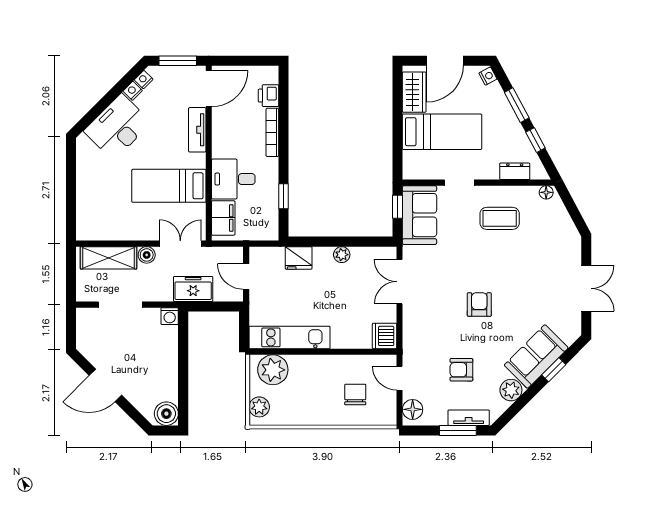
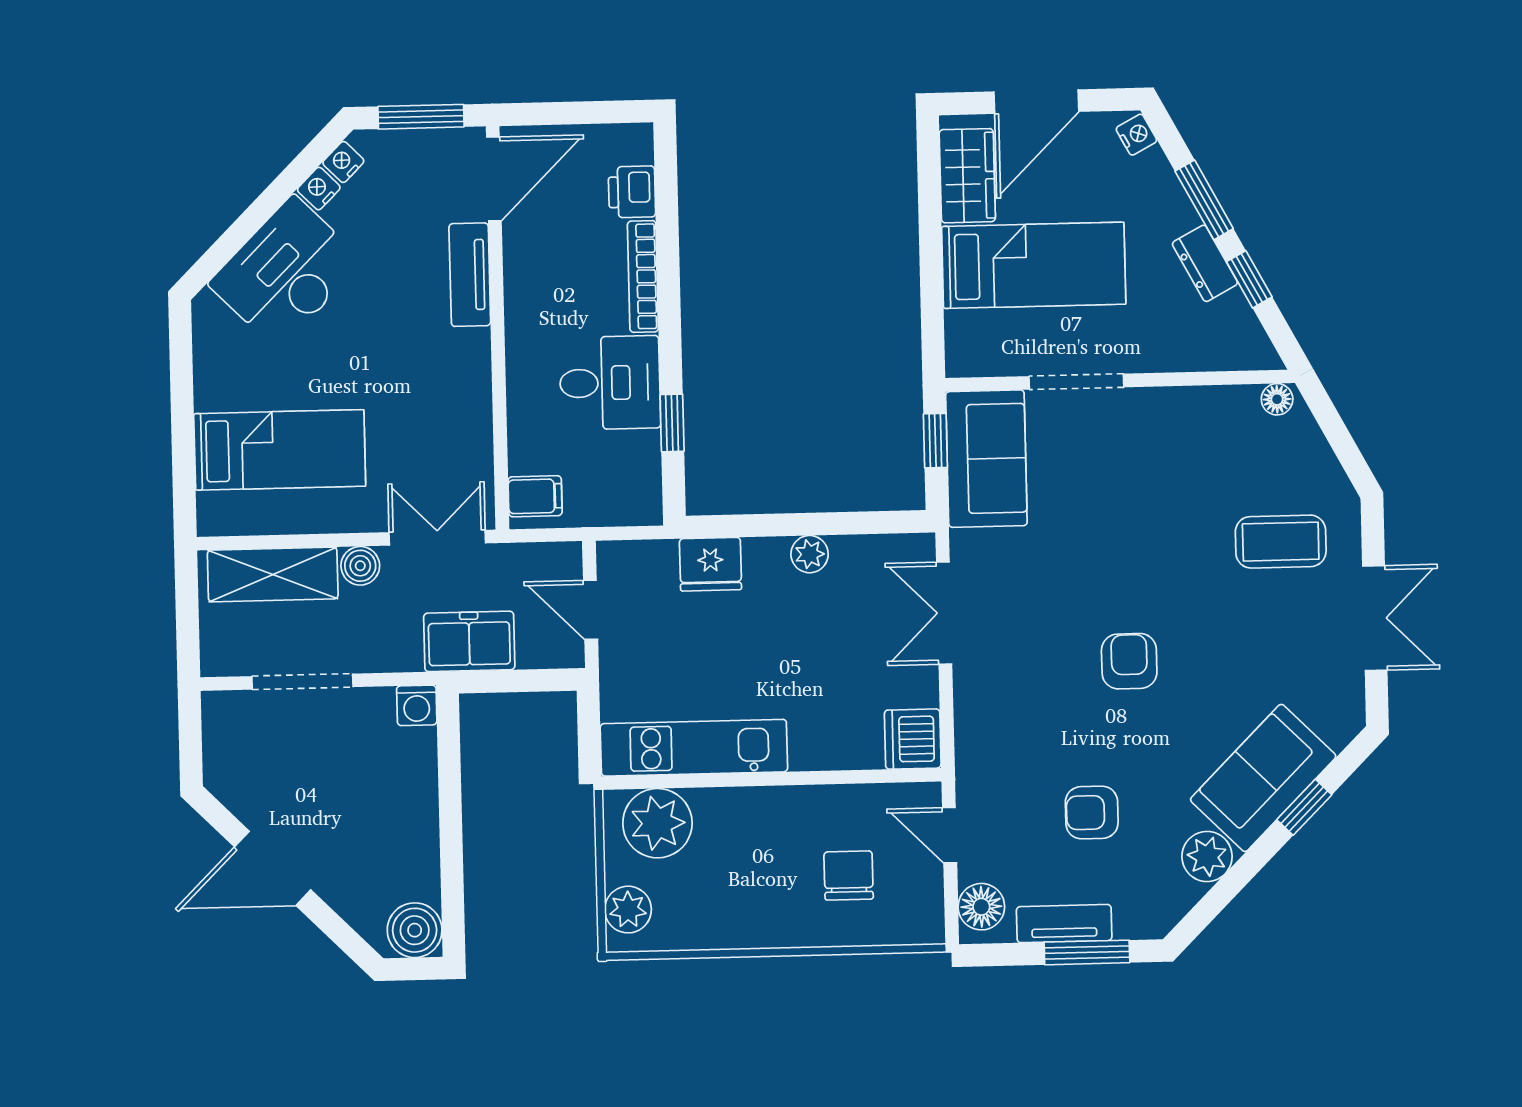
dresser: (515, 171) -> (1205, 263), moved, turned -118
desk: (233, 179) -> (610, 383), moved, turned 180
doorway: (459, 183) -> (1076, 382), width x1.38
bed: (169, 186) -> (280, 450), moved, turned 180
filing cabinet: (223, 218) -> (535, 496), width x0.50
coffee table: (500, 218) -> (1281, 542), moved
tv unit: (469, 418) -> (1064, 924), moved

